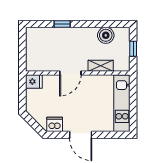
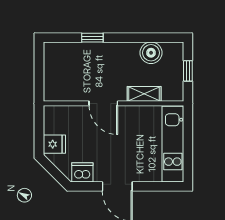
door: (70, 73) -> (103, 103), hinge flipped
fridge: (34, 81) -> (54, 144), moved

